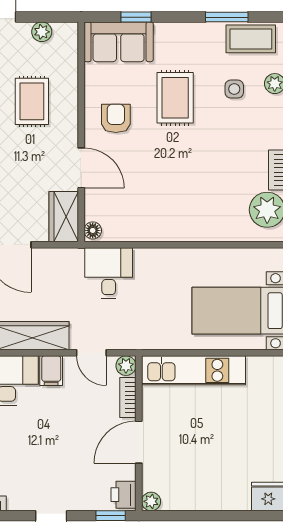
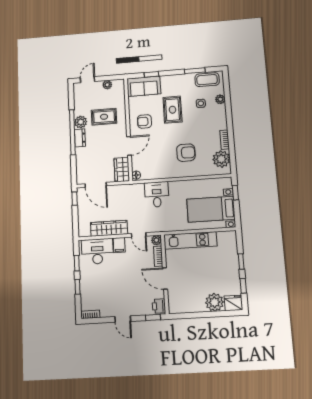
rug: (32, 101) -> (104, 117), turned 90
armchair: (116, 118) -> (144, 121), turned -90
door: (81, 168) -> (129, 146), hinge flipped
armchair: (197, 191) -> (186, 153), added
desk: (109, 273) -> (157, 194), moved
door: (139, 442) -> (165, 279), hinge flipped
plant: (151, 501) -> (215, 302), moved, width x1.87, depth x1.87

